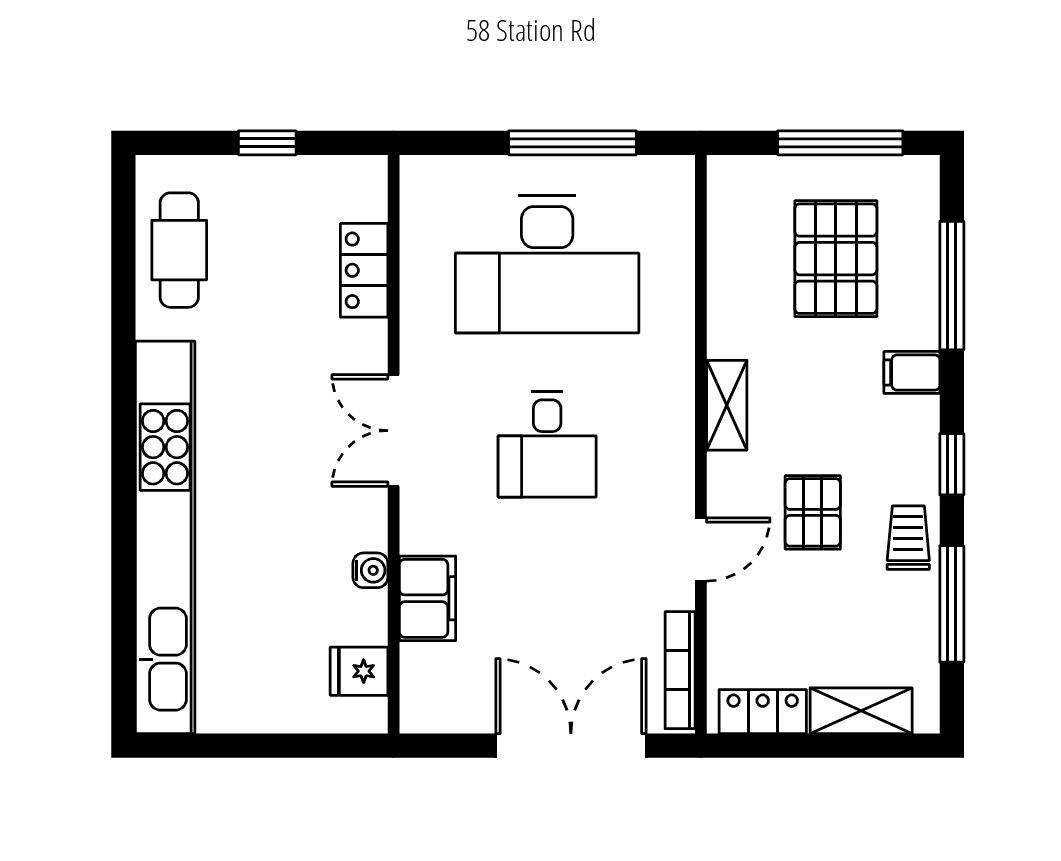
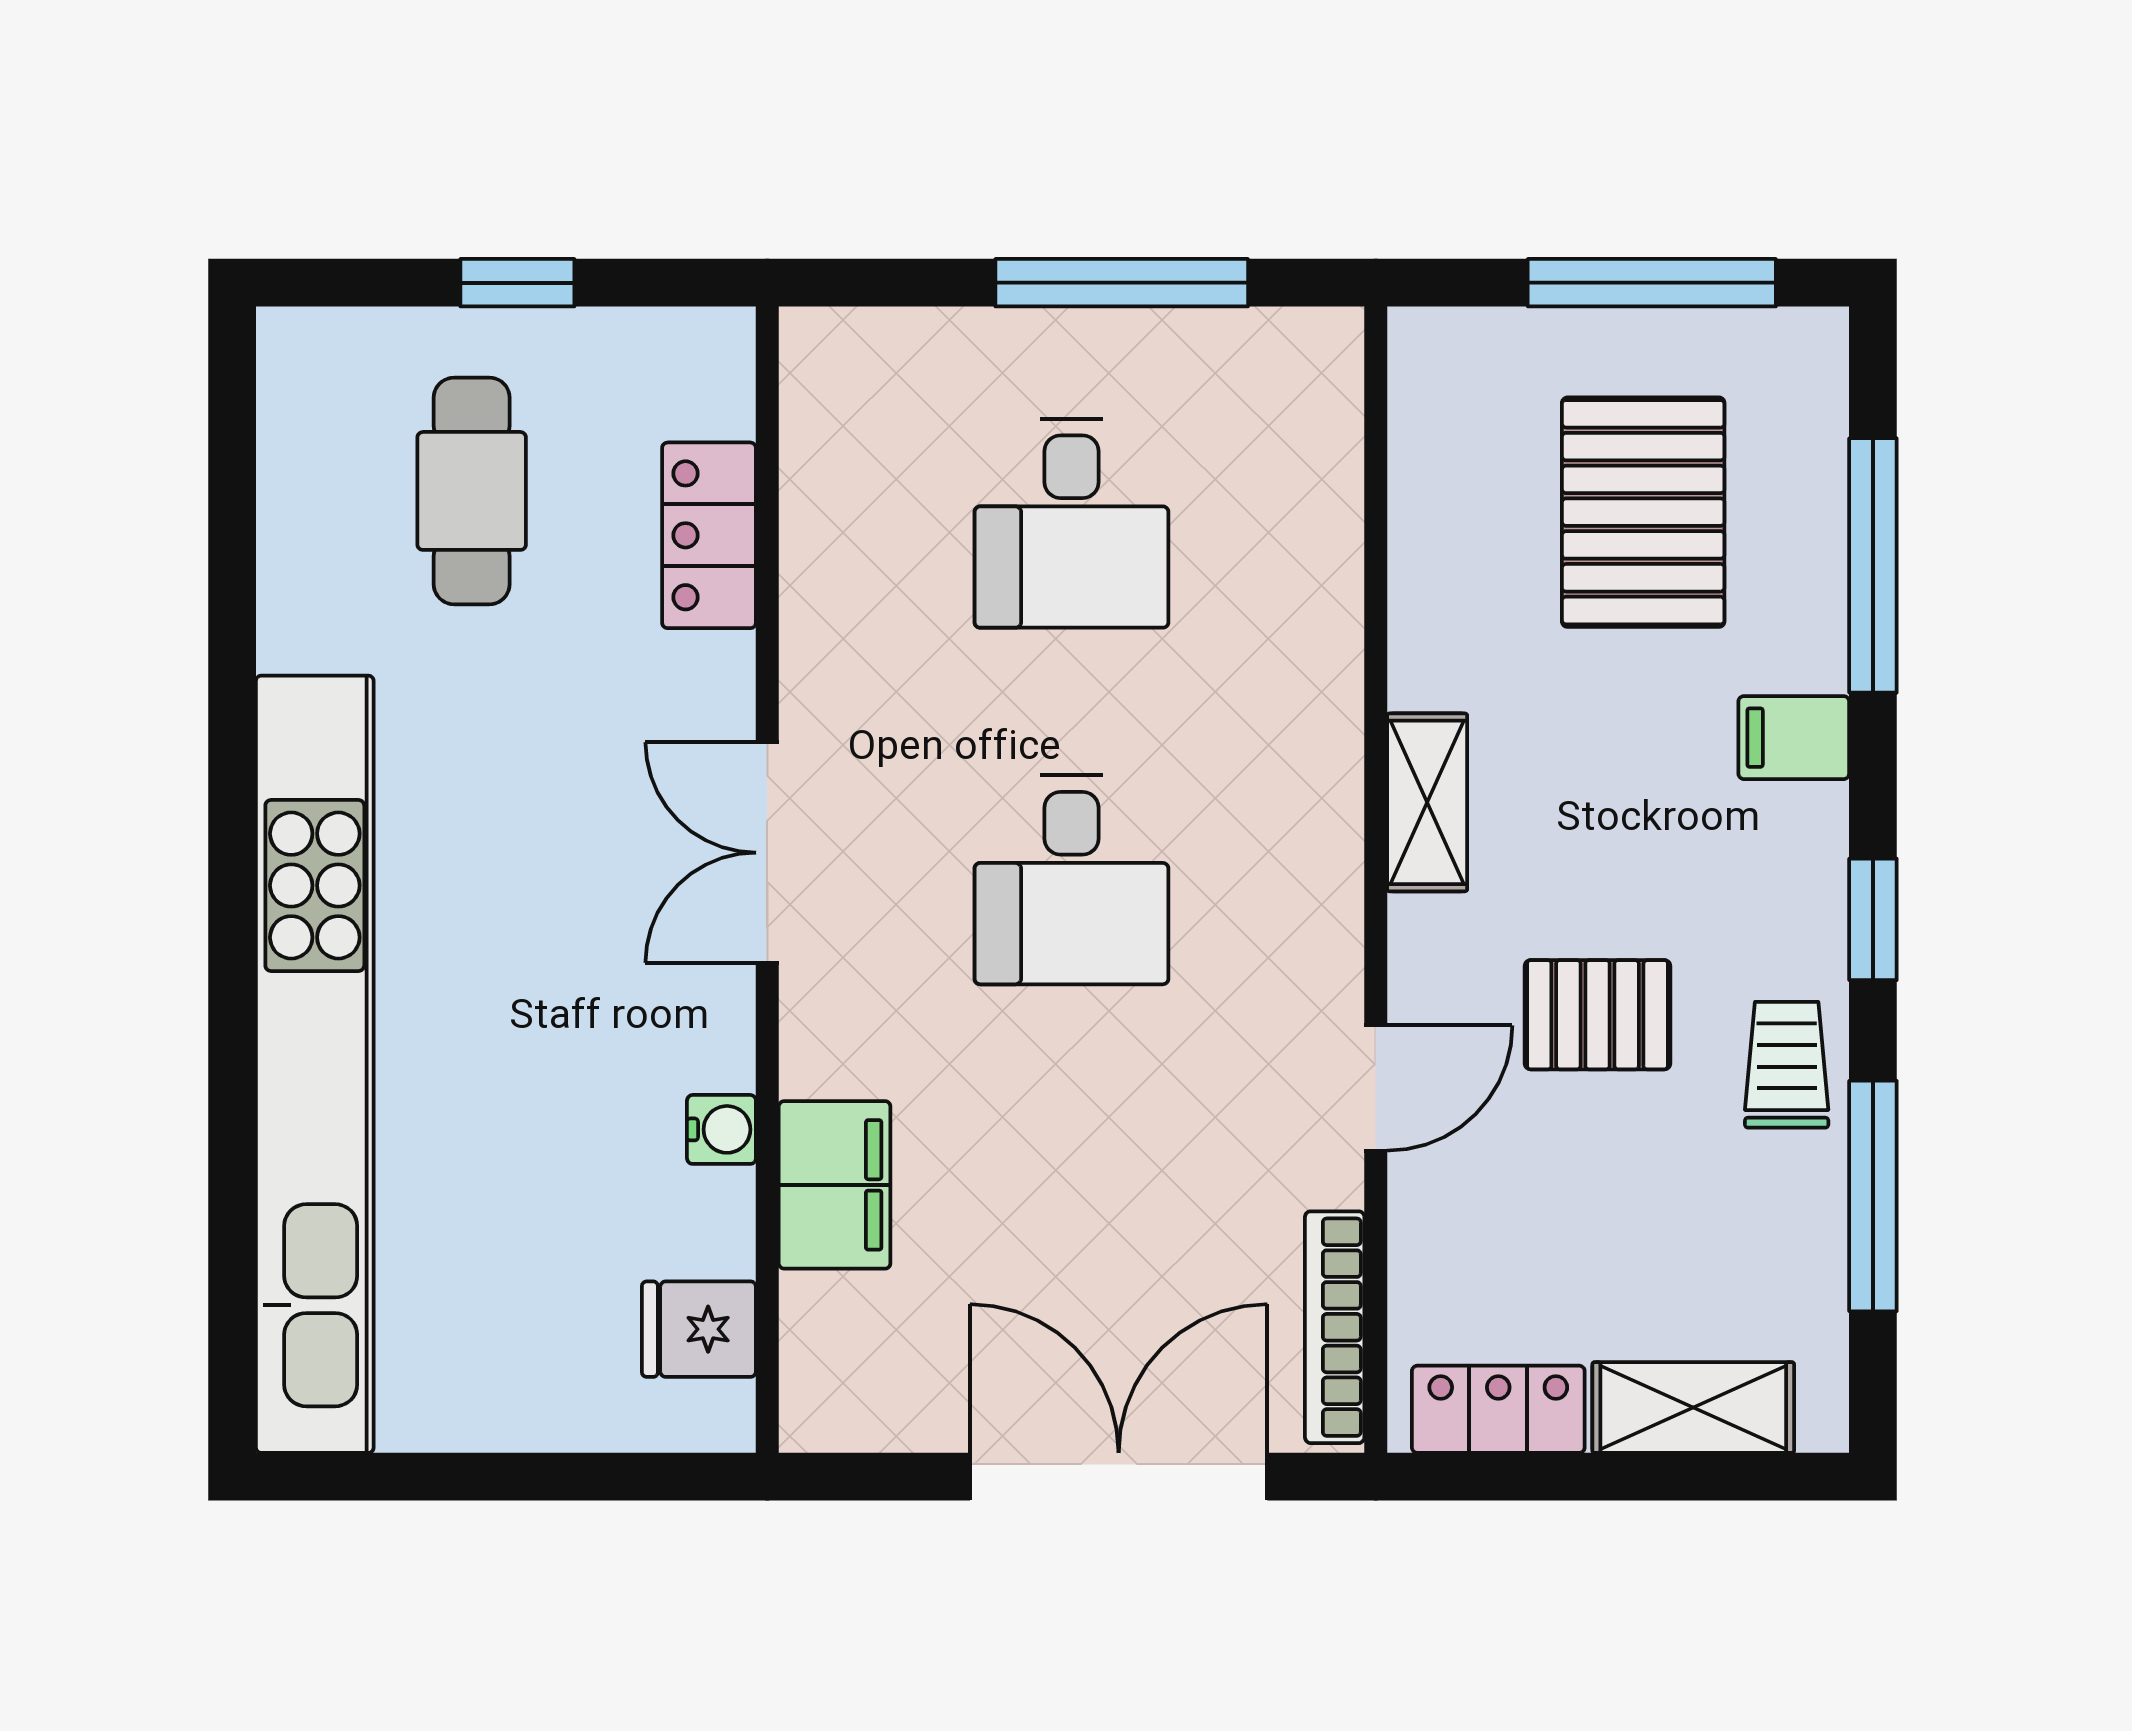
cafe table: (179, 250) -> (472, 491), moved
desk: (547, 264) -> (1072, 523), width x0.53, depth x0.77
pallet: (813, 512) -> (1597, 1015), turned 90

